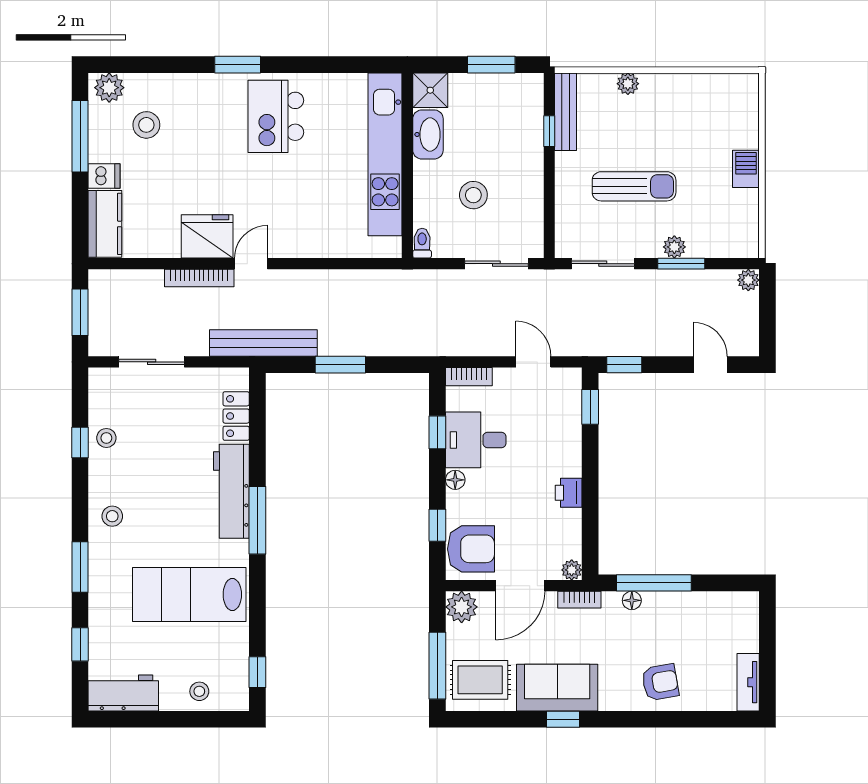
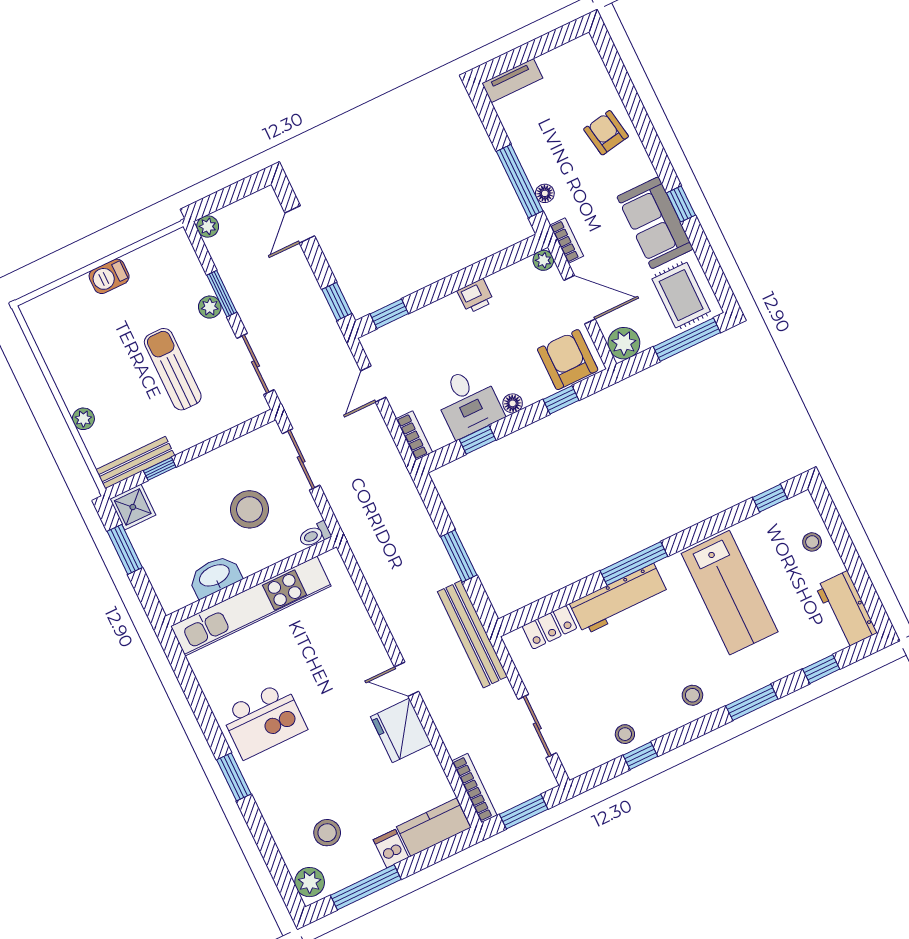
shower: (430, 90) -> (133, 507), moved
stool: (473, 195) -> (250, 509), width x1.38, depth x1.38
bookcase: (199, 278) -> (474, 788), moved
tv unit: (748, 682) -> (512, 81), moved

